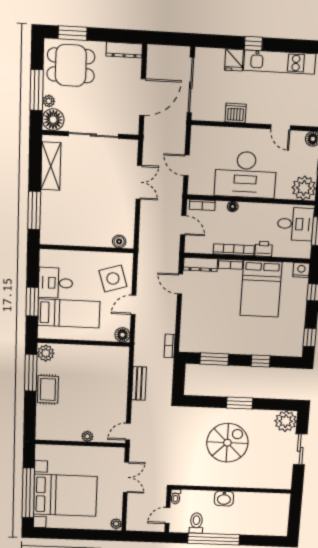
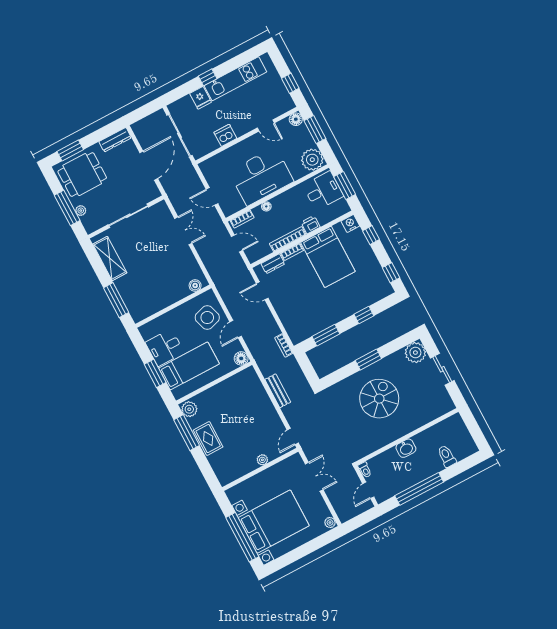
floor lamp: (53, 120) -> (92, 222), removed
dresser: (201, 264) -> (273, 264), width x0.70
toilet: (196, 523) -> (447, 456), moved

